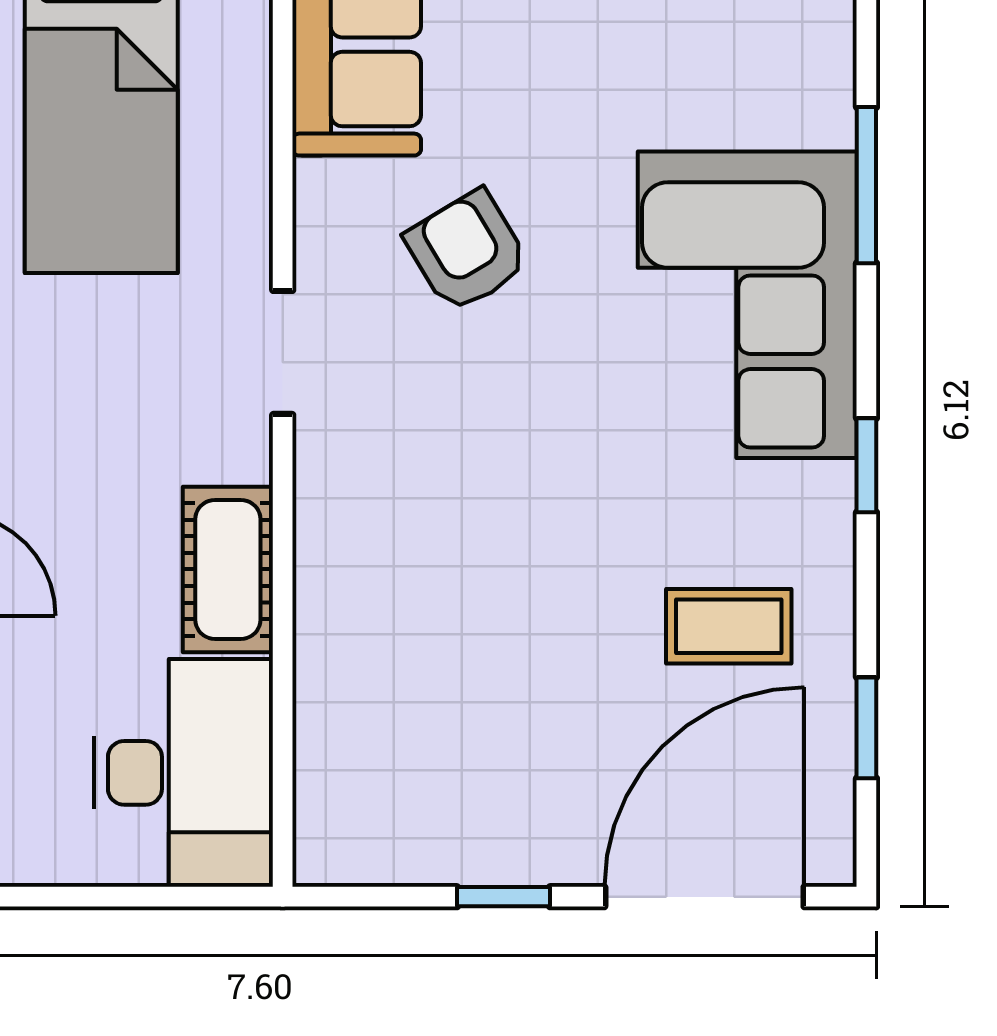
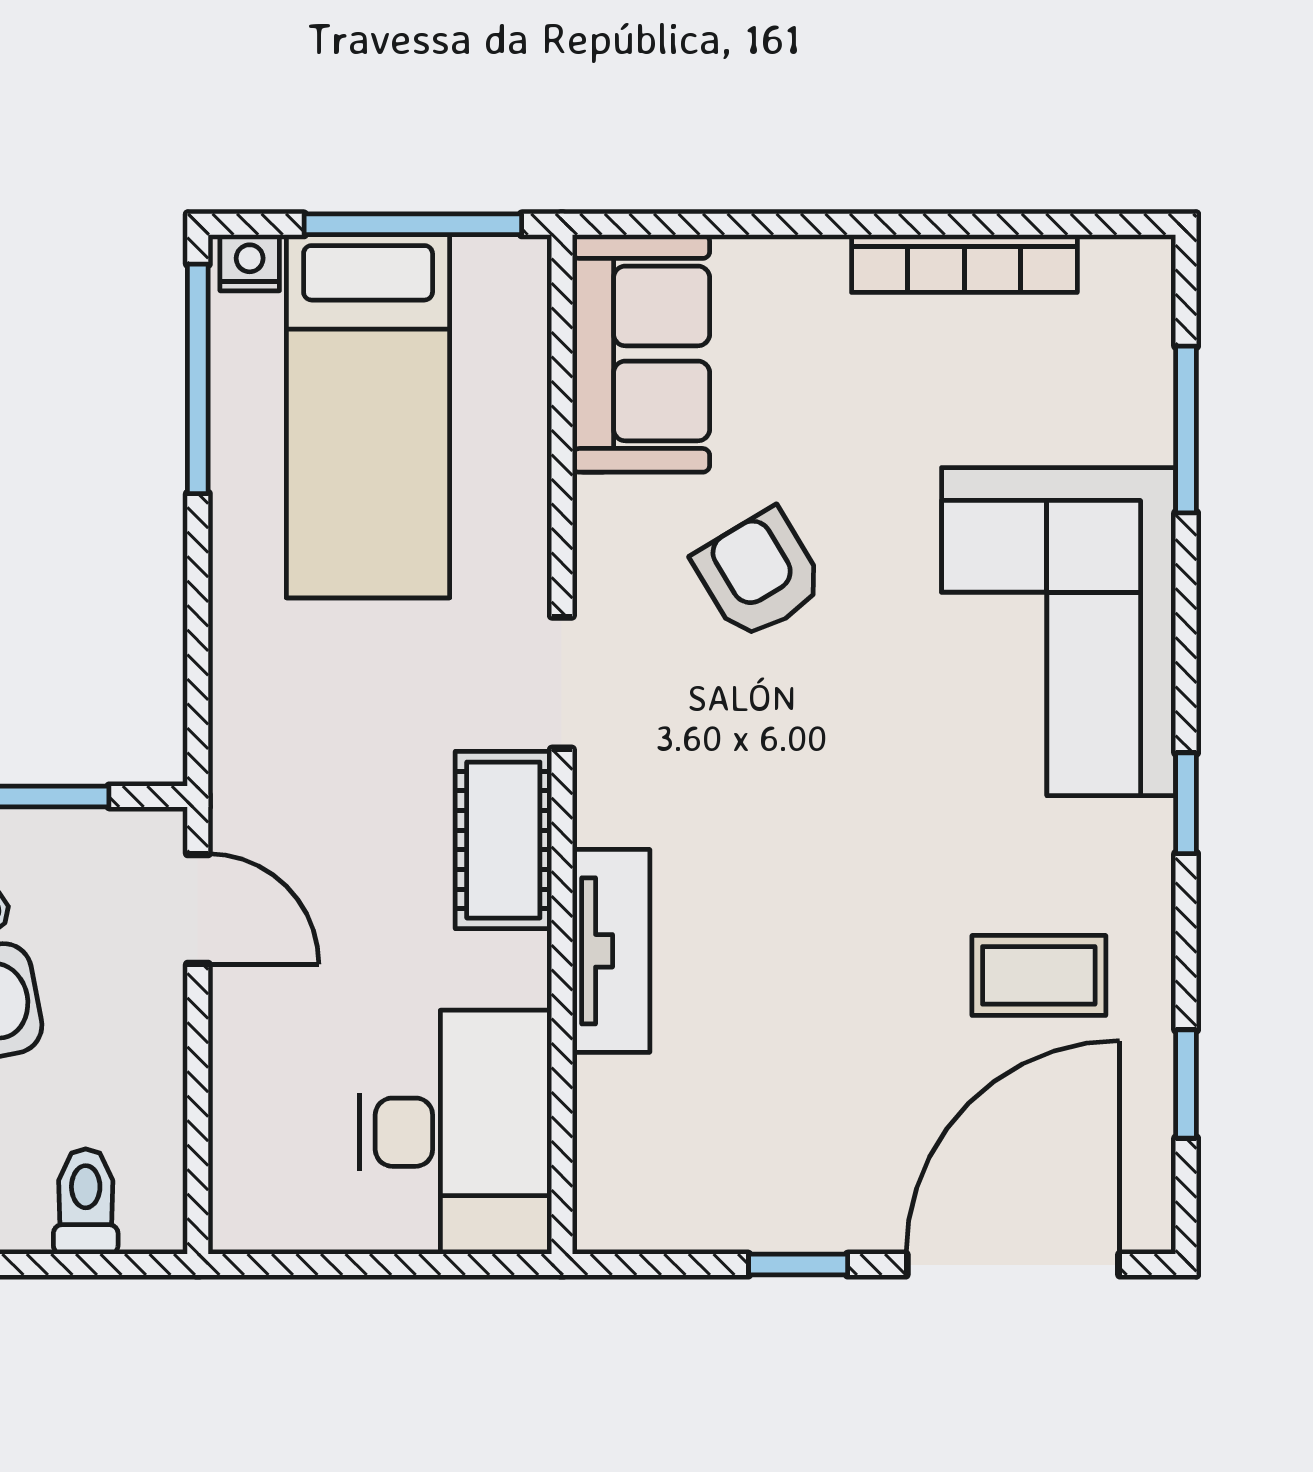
window: (866, 185) -> (1186, 429), moved
cot: (228, 569) -> (503, 840), moved
tv unit: (329, 603) -> (611, 951), added

